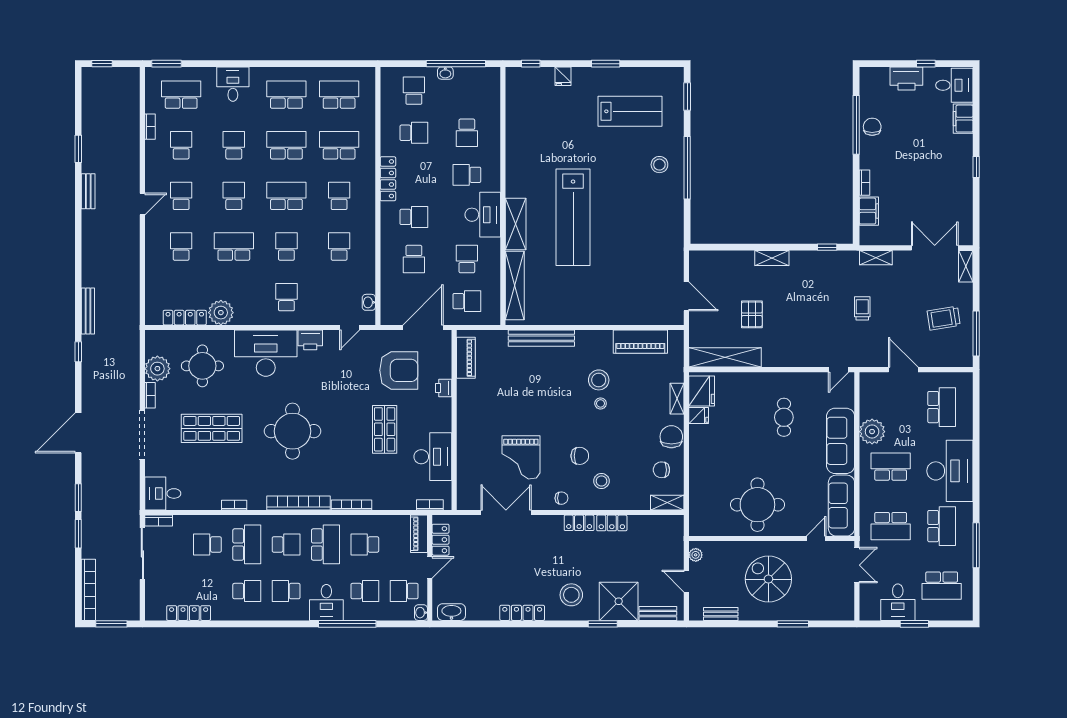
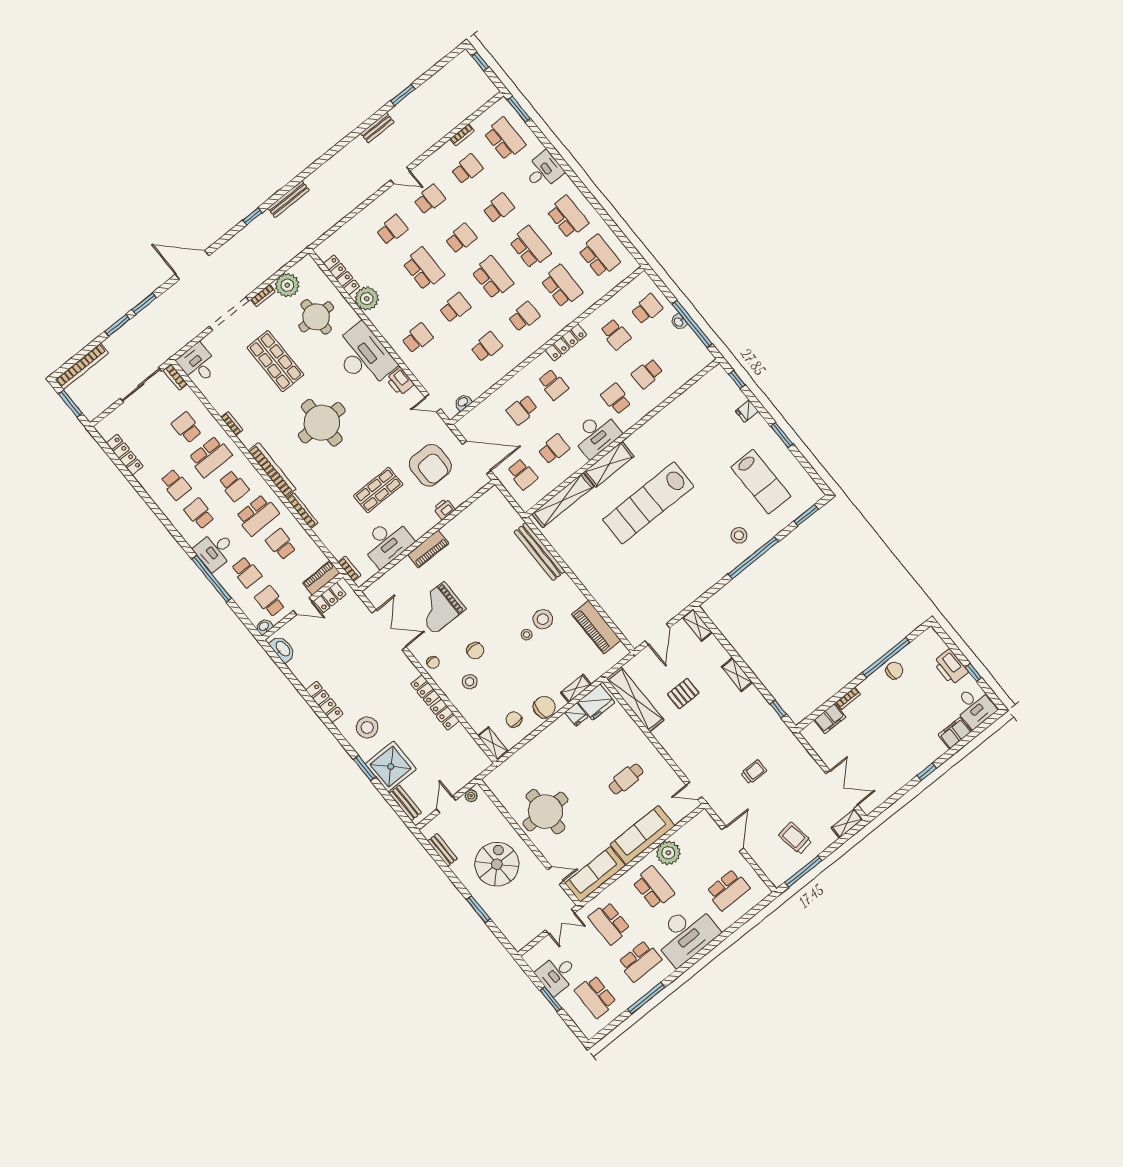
shelving: (876, 258) -> (697, 625), moved
piano: (466, 358) -> (428, 549), moved

